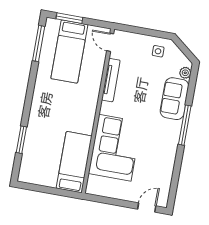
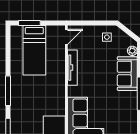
door: (110, 42) -> (66, 37), swing flipped
window: (39, 44) -> (8, 91), moved

